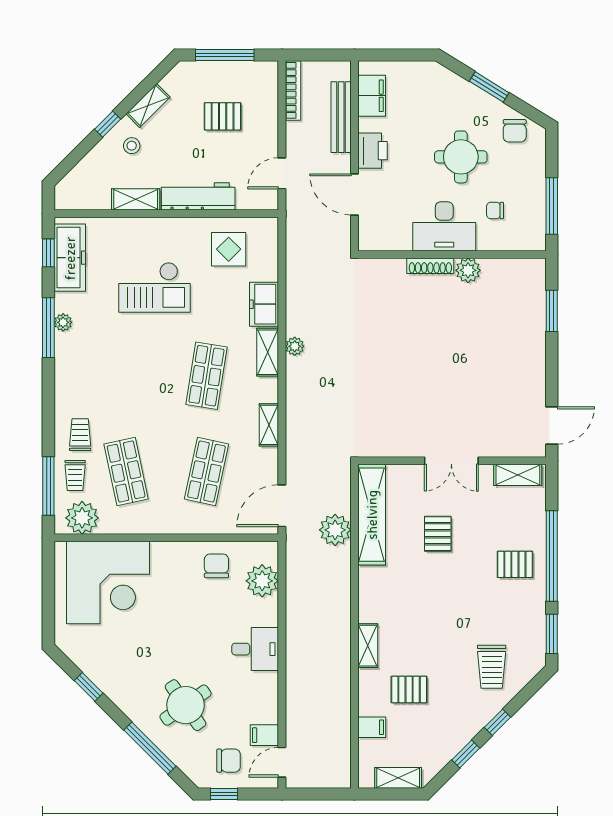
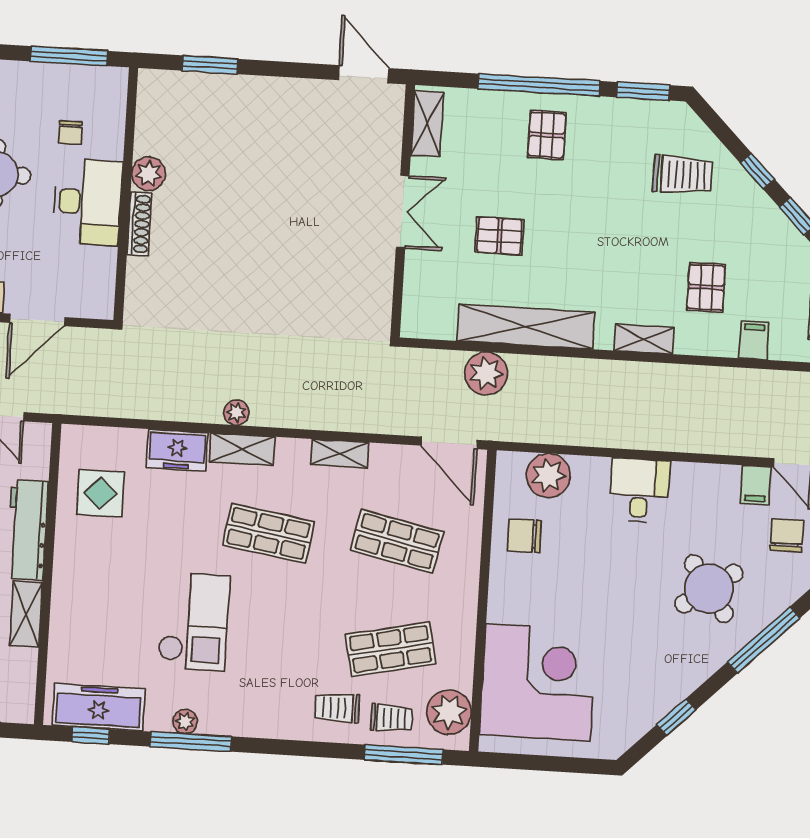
checkout: (154, 287) -> (194, 621), moved
shelving: (372, 515) -> (526, 327), moved

